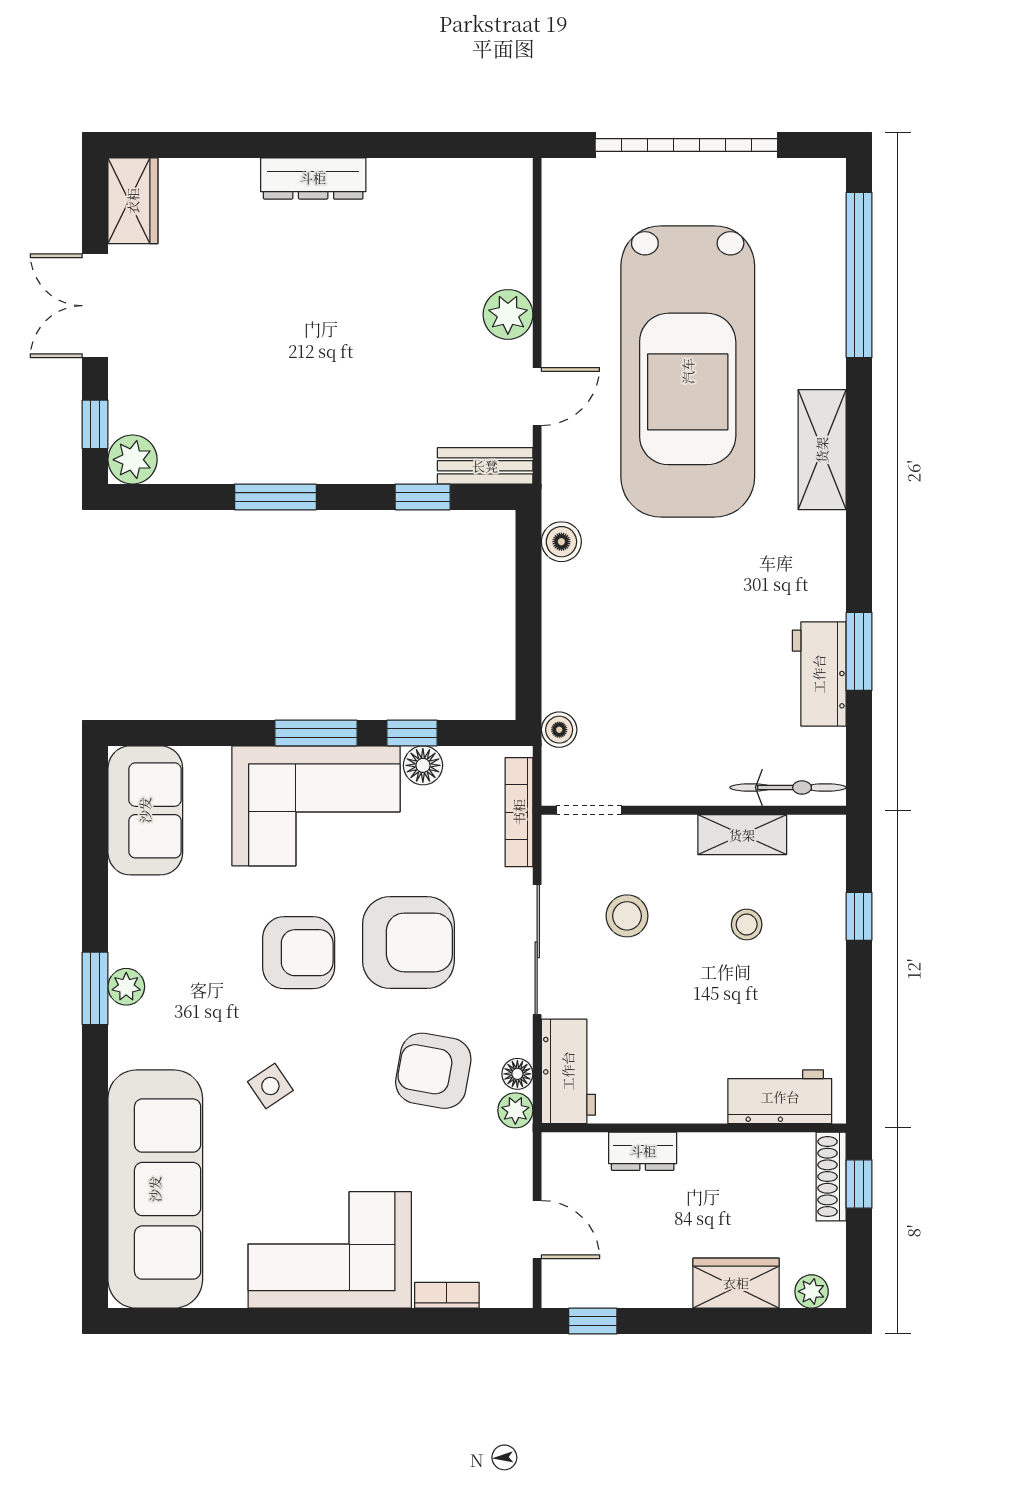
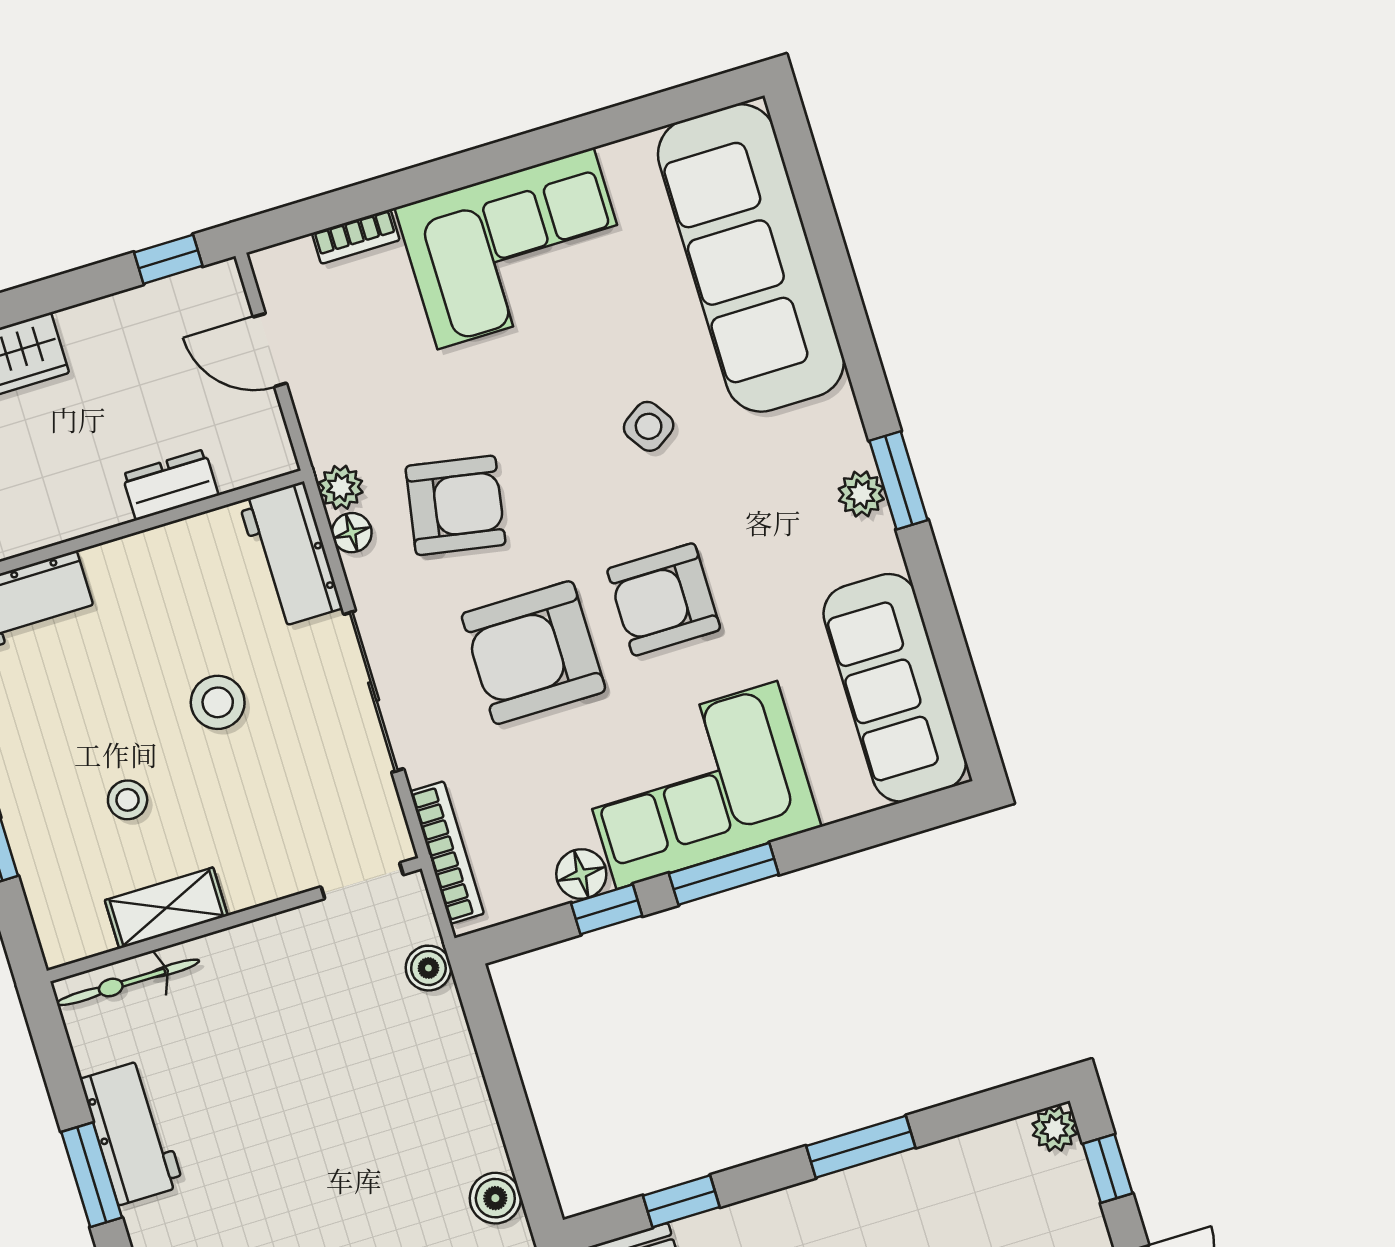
plant: (133, 460) -> (1055, 1129), width x0.73, depth x0.73
sofa: (145, 810) -> (895, 688), width x1.36
stool: (627, 916) -> (218, 702), moved

